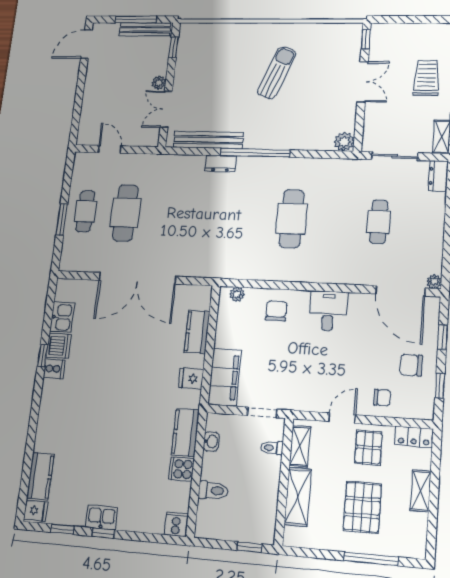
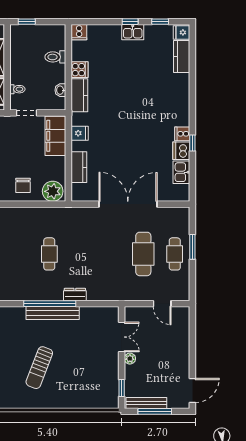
bench: (208, 140) -> (53, 313), moved
cafe table: (292, 219) -> (49, 254), moved, width x0.73, depth x0.74
plant: (237, 294) -> (53, 191), width x1.87, depth x1.87

